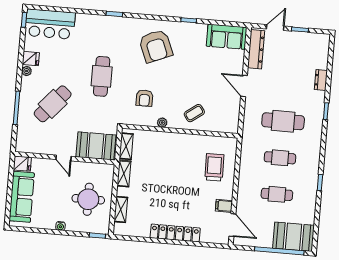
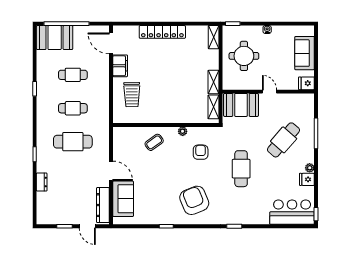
door: (275, 27) -> (87, 226), hinge flipped
sofa: (227, 37) -> (123, 199), moved, turned 90
sofa: (22, 197) -> (305, 53), width x0.73
filing cabinet: (224, 206) -> (120, 66), width x2.00
shelving: (121, 210) -> (214, 37), moved

